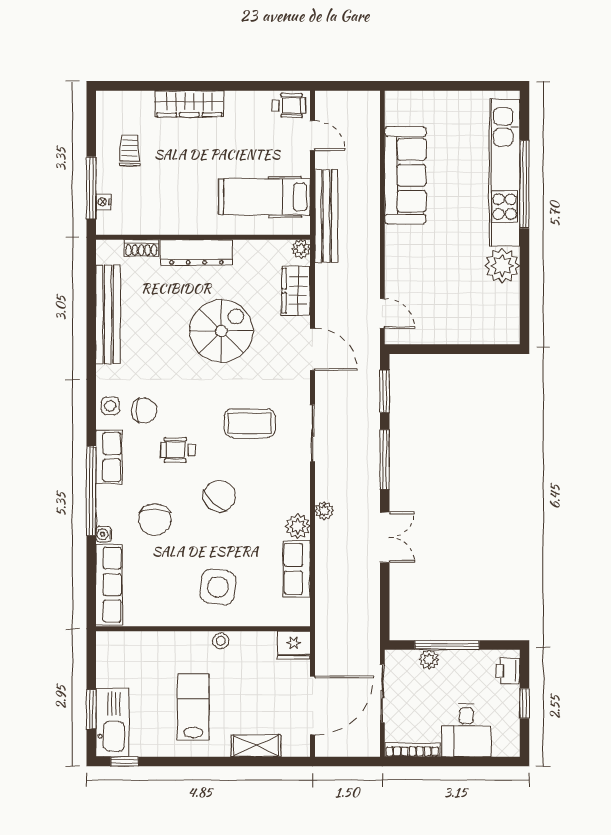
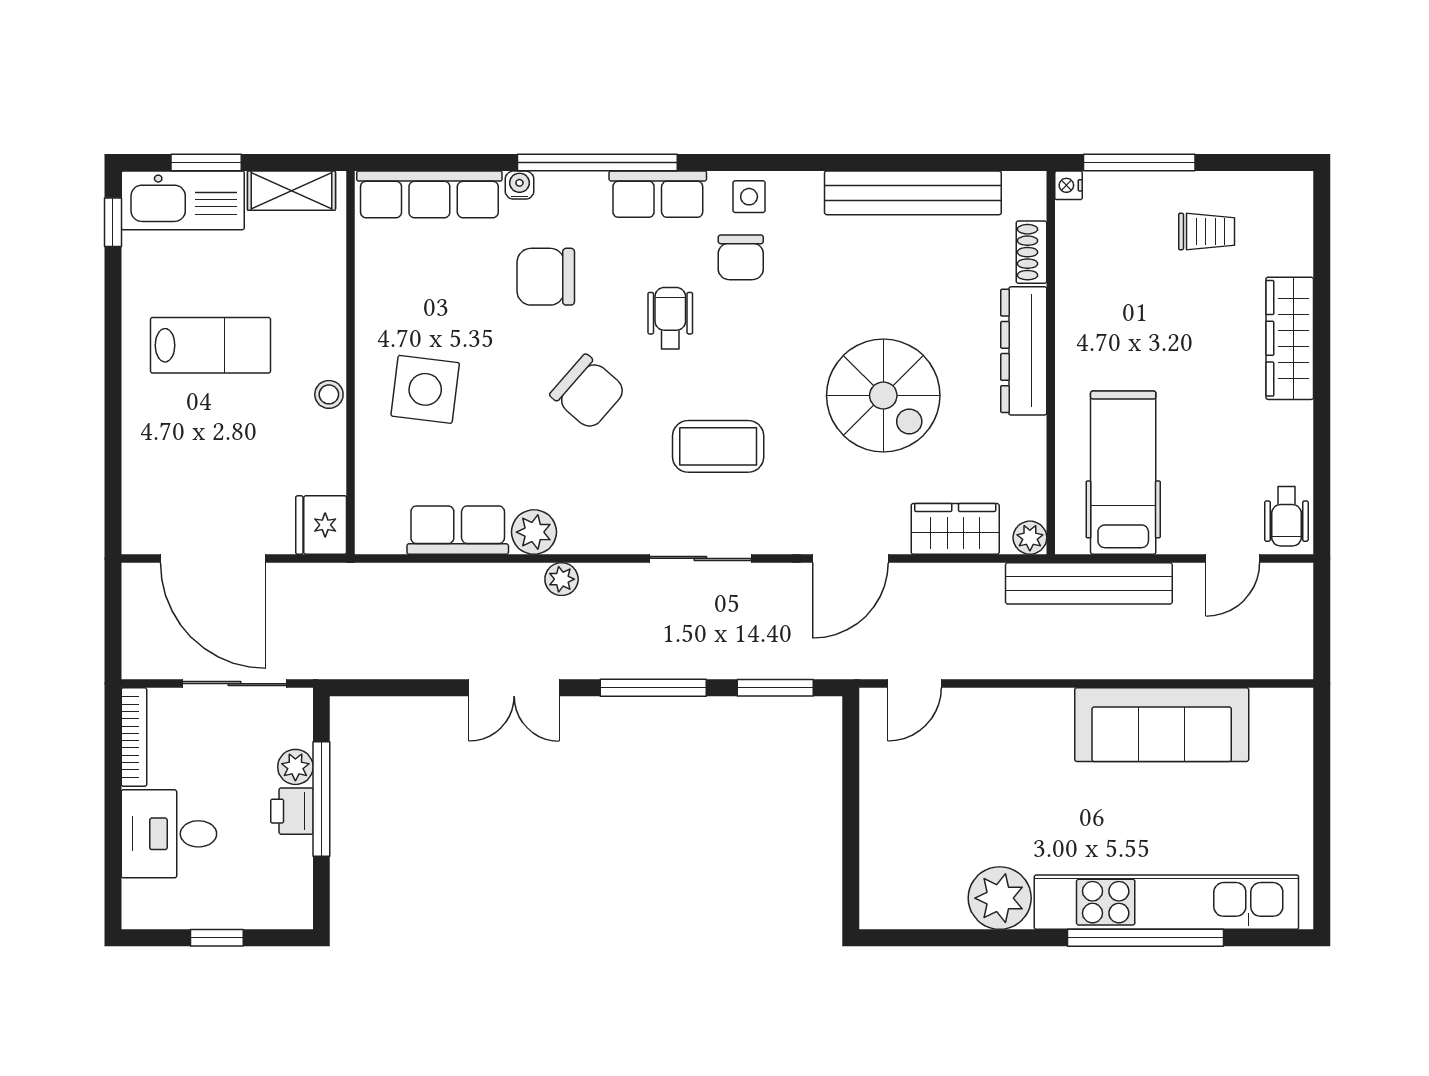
nightstand: (103, 202) -> (1069, 185), moved, turned -90
coffee table: (250, 423) -> (718, 446), turned 90
printer: (508, 671) -> (292, 811), moved, turned -90
shelving: (256, 746) -> (291, 191), moved, turned 90

